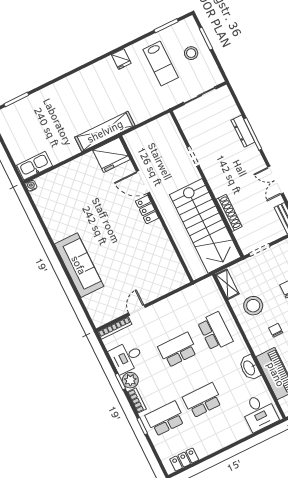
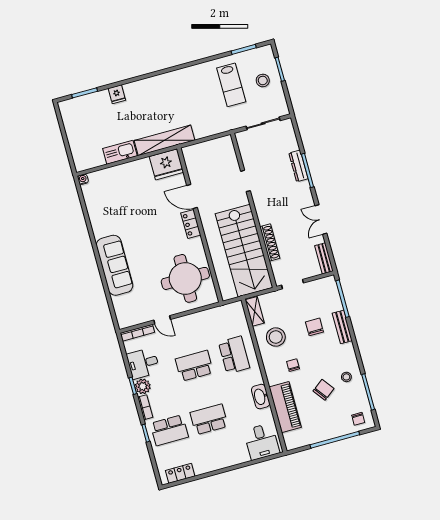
fridge: (121, 59) -> (117, 94), moved
kitchen sink: (35, 166) -> (120, 152), moved
round table: (152, 265) -> (185, 278), added
door: (137, 310) -> (162, 320), swing flipped
school desk: (165, 419) -> (169, 430), turned 180

